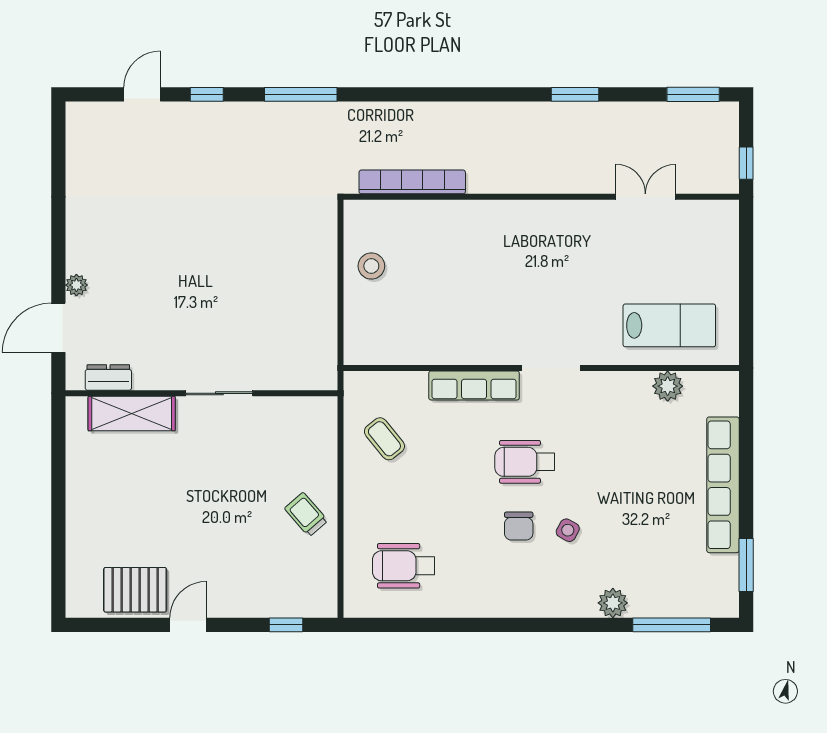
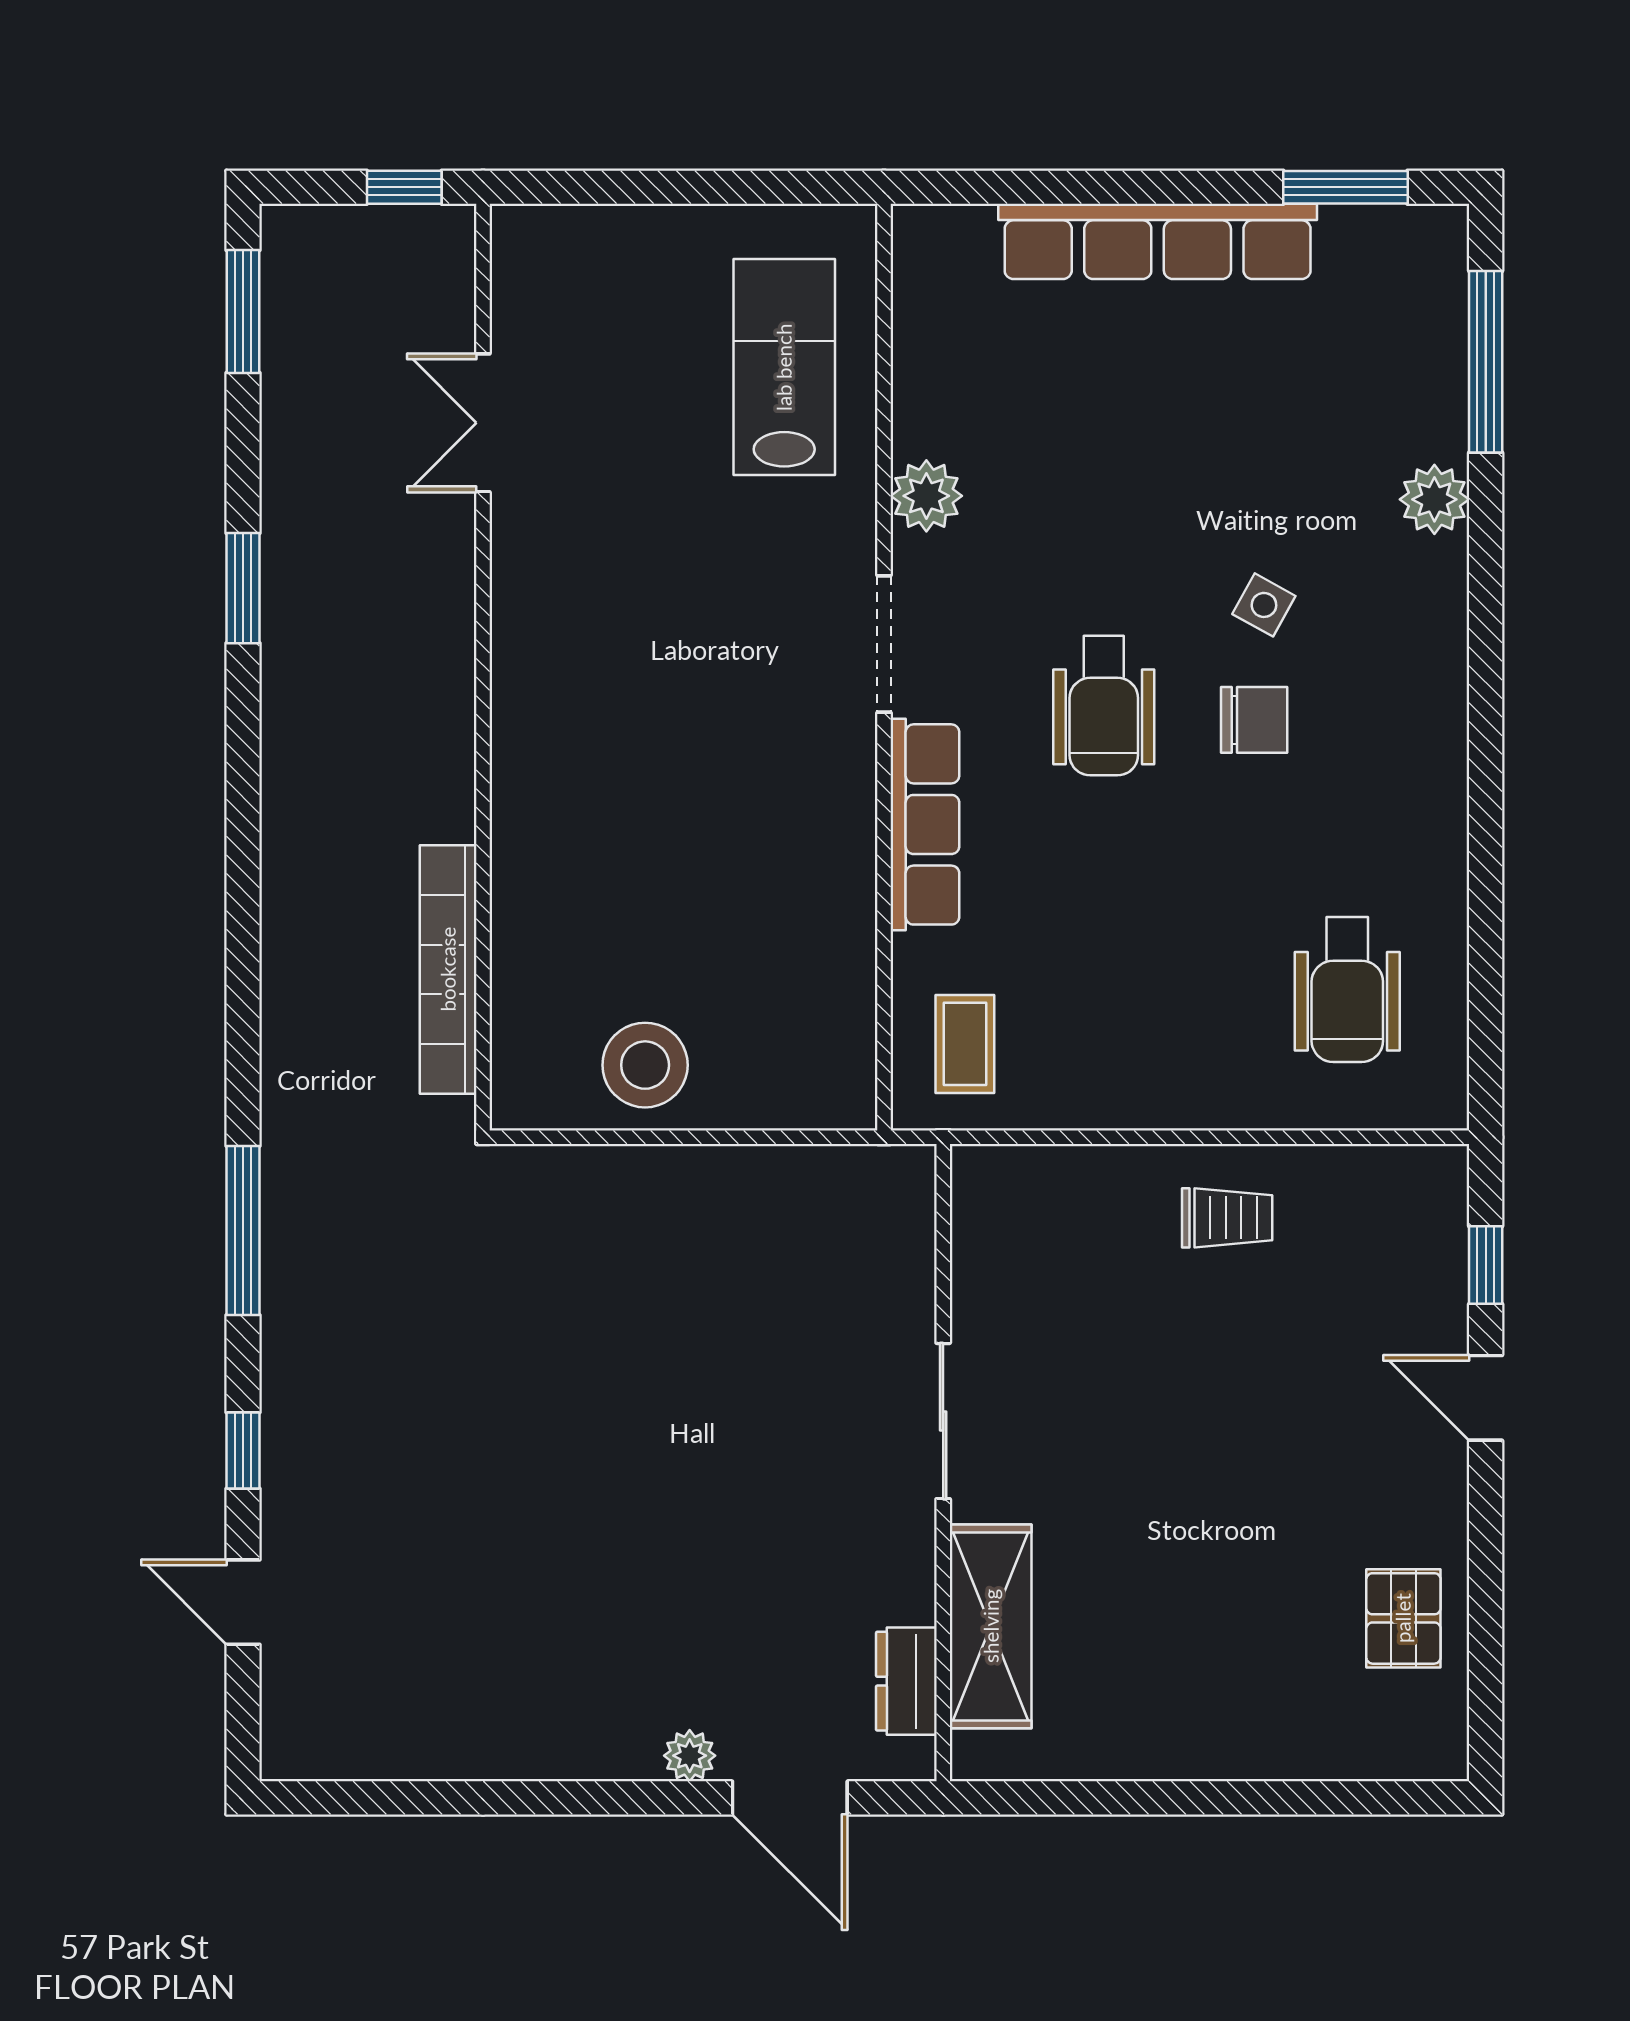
stool: (371, 266) -> (645, 1065), width x1.38, depth x1.38
plant: (668, 386) -> (926, 496), moved
coffee table: (384, 439) -> (965, 1044), moved, turned -51
trolley: (306, 514) -> (1227, 1218), turned -139
pallet: (135, 590) -> (1403, 1618), width x0.67, depth x0.71
door: (188, 625) -> (1486, 1398), moved

